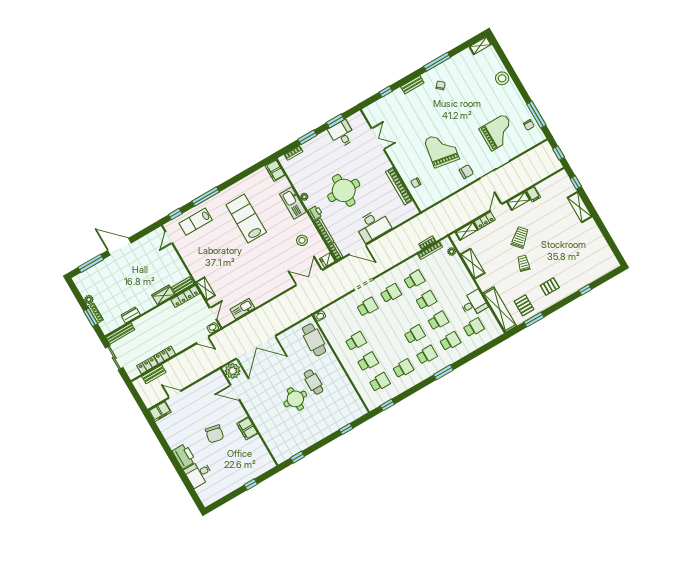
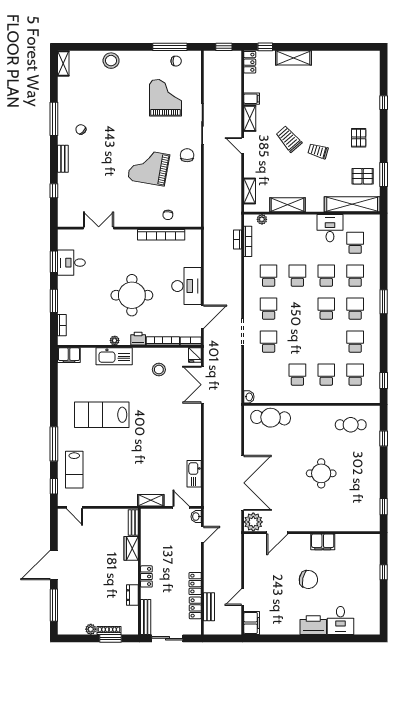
locker: (485, 221) -> (250, 62), moved
locker: (185, 296) -> (146, 576), moved, width x0.66
cafe table: (313, 382) -> (351, 425), moved

